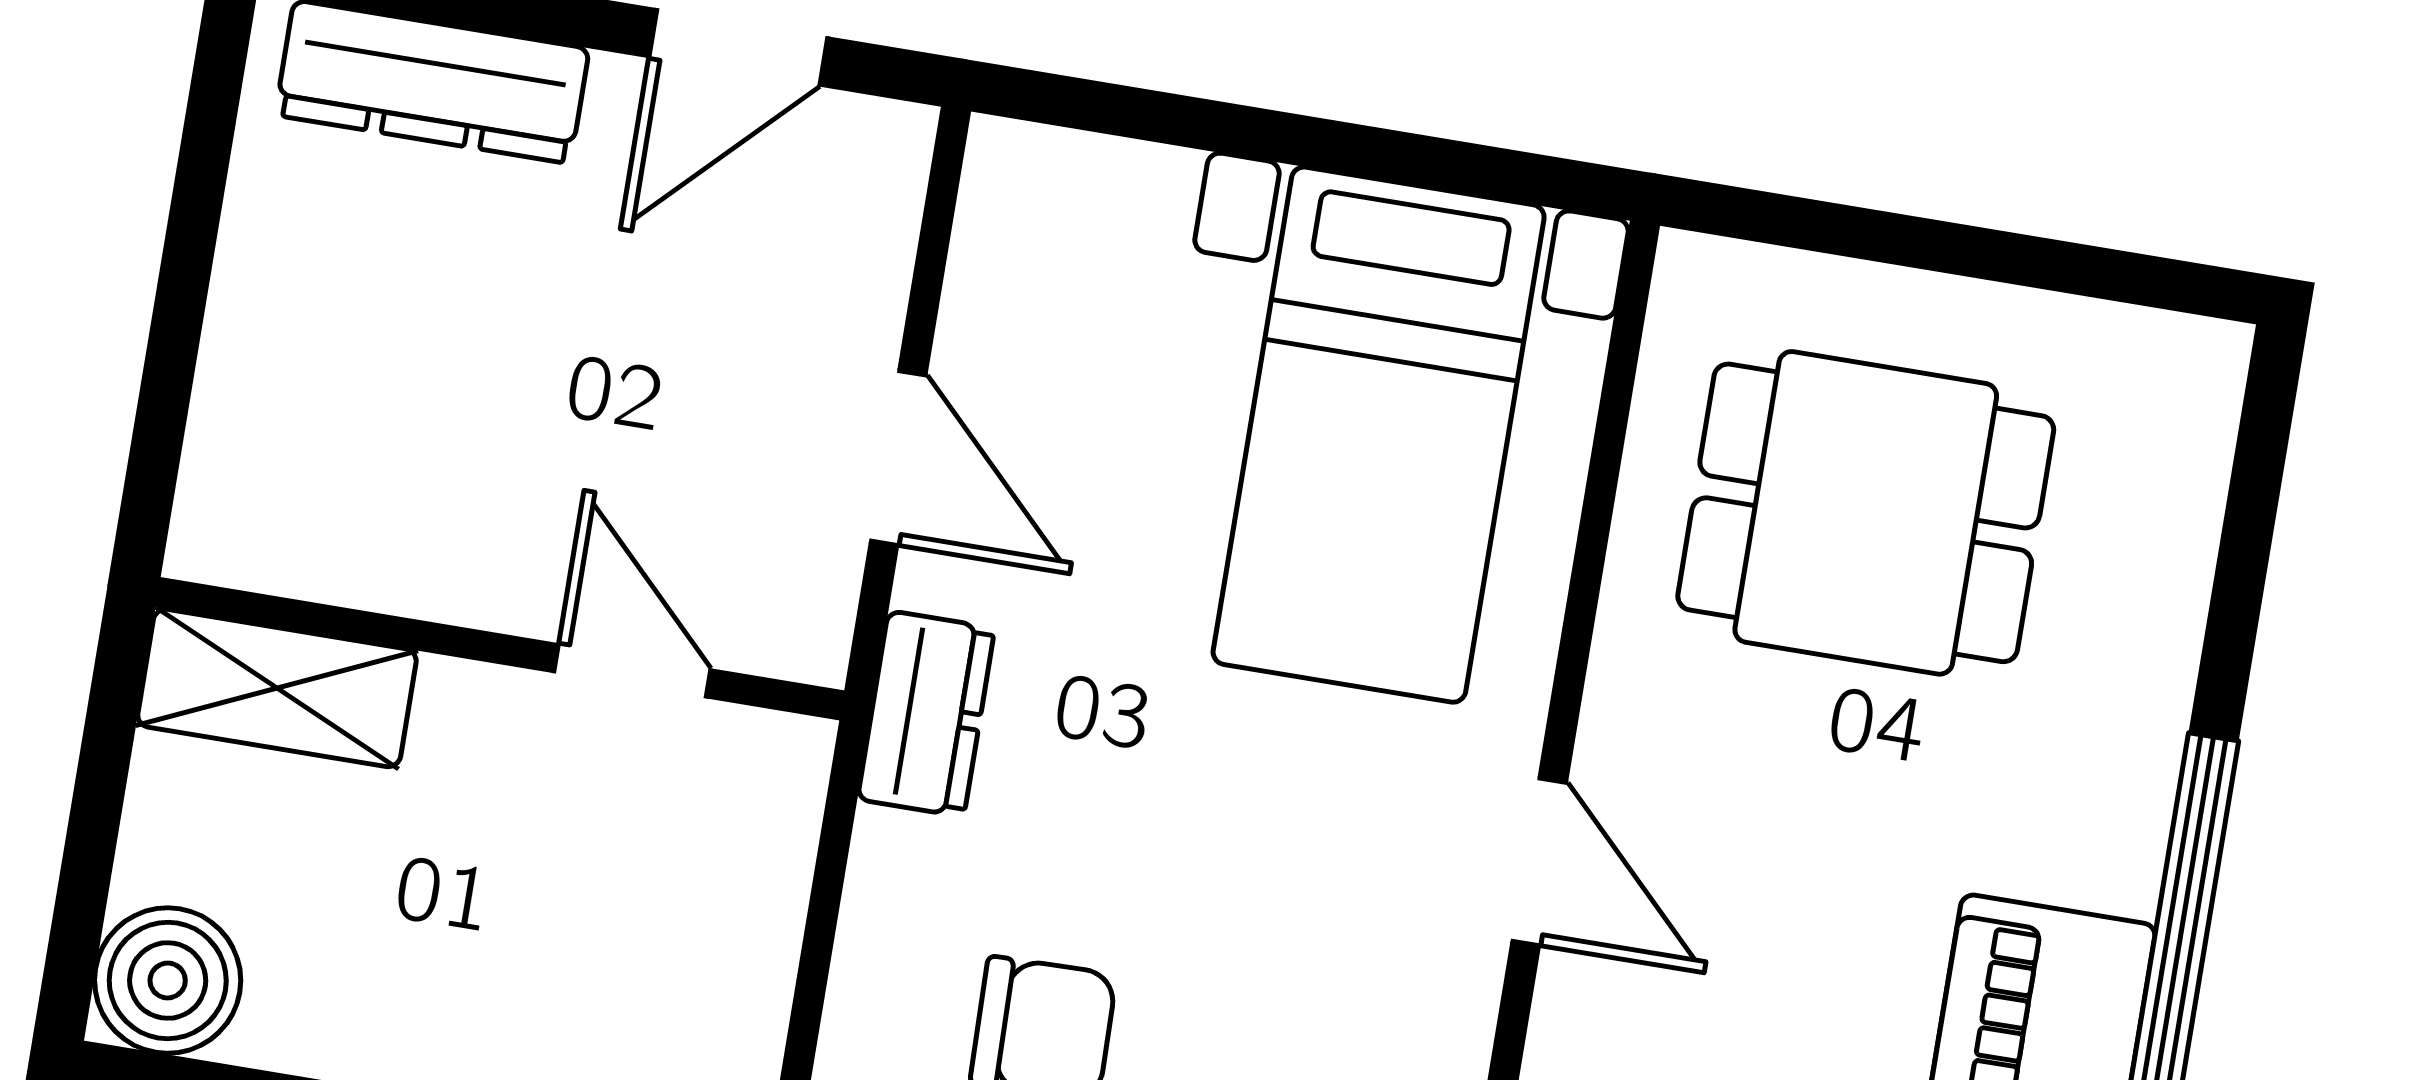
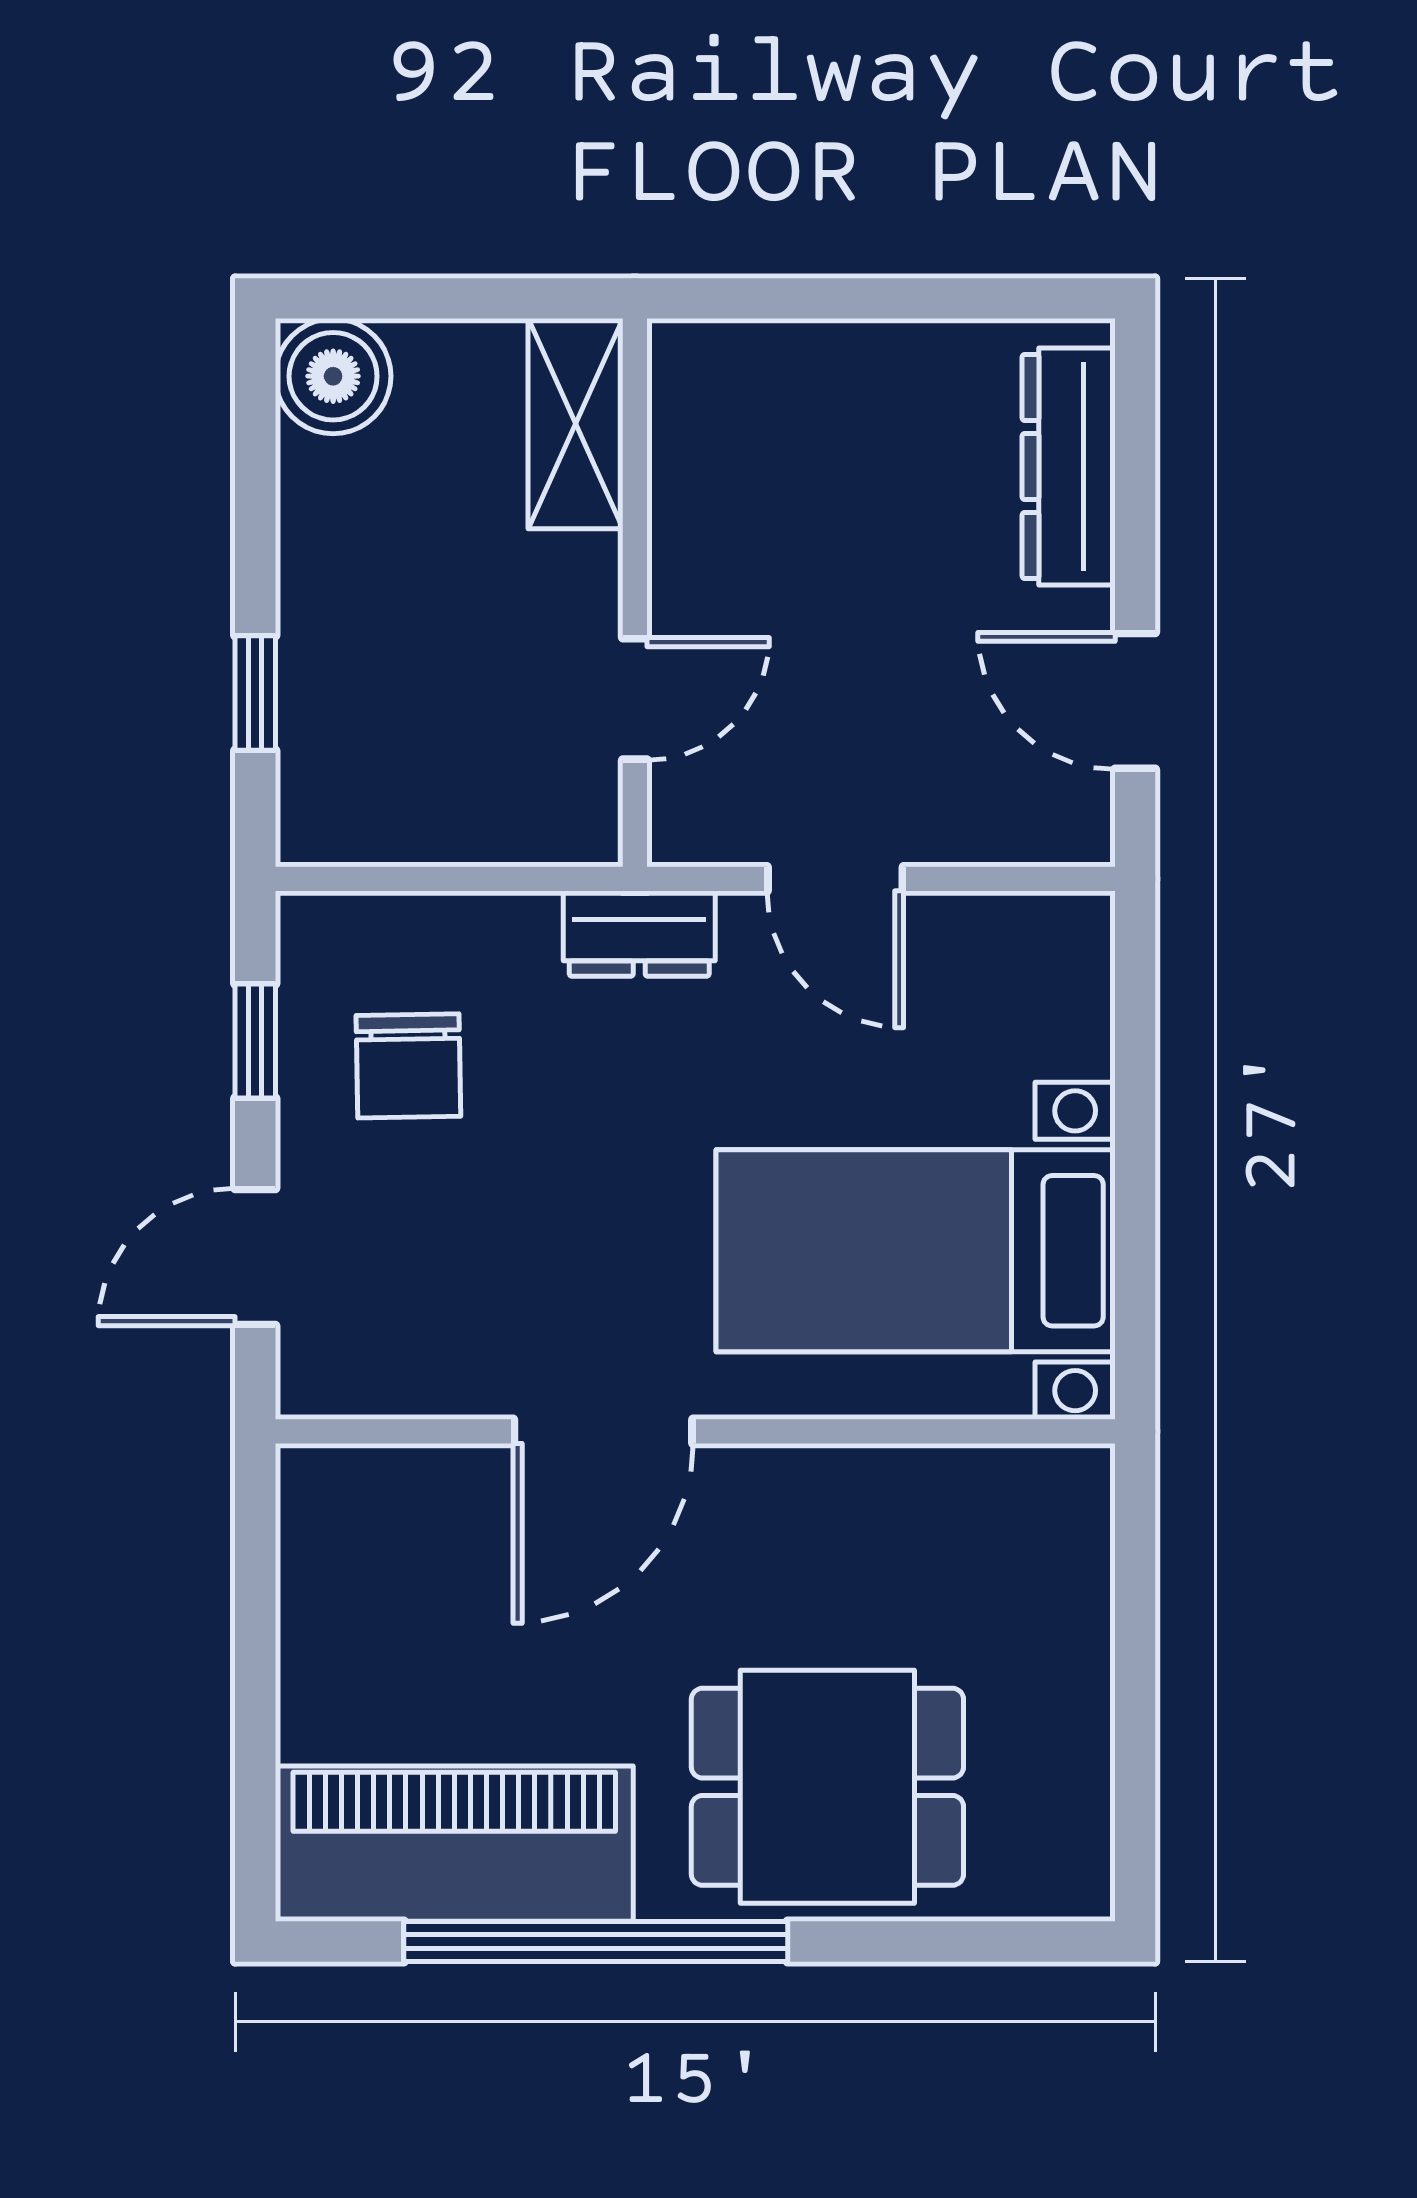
door: (898, 458) -> (835, 879), hinge flipped
dining table: (1866, 513) -> (827, 1787), moved, turned 90
door: (1539, 862) -> (603, 1431), width x1.38

